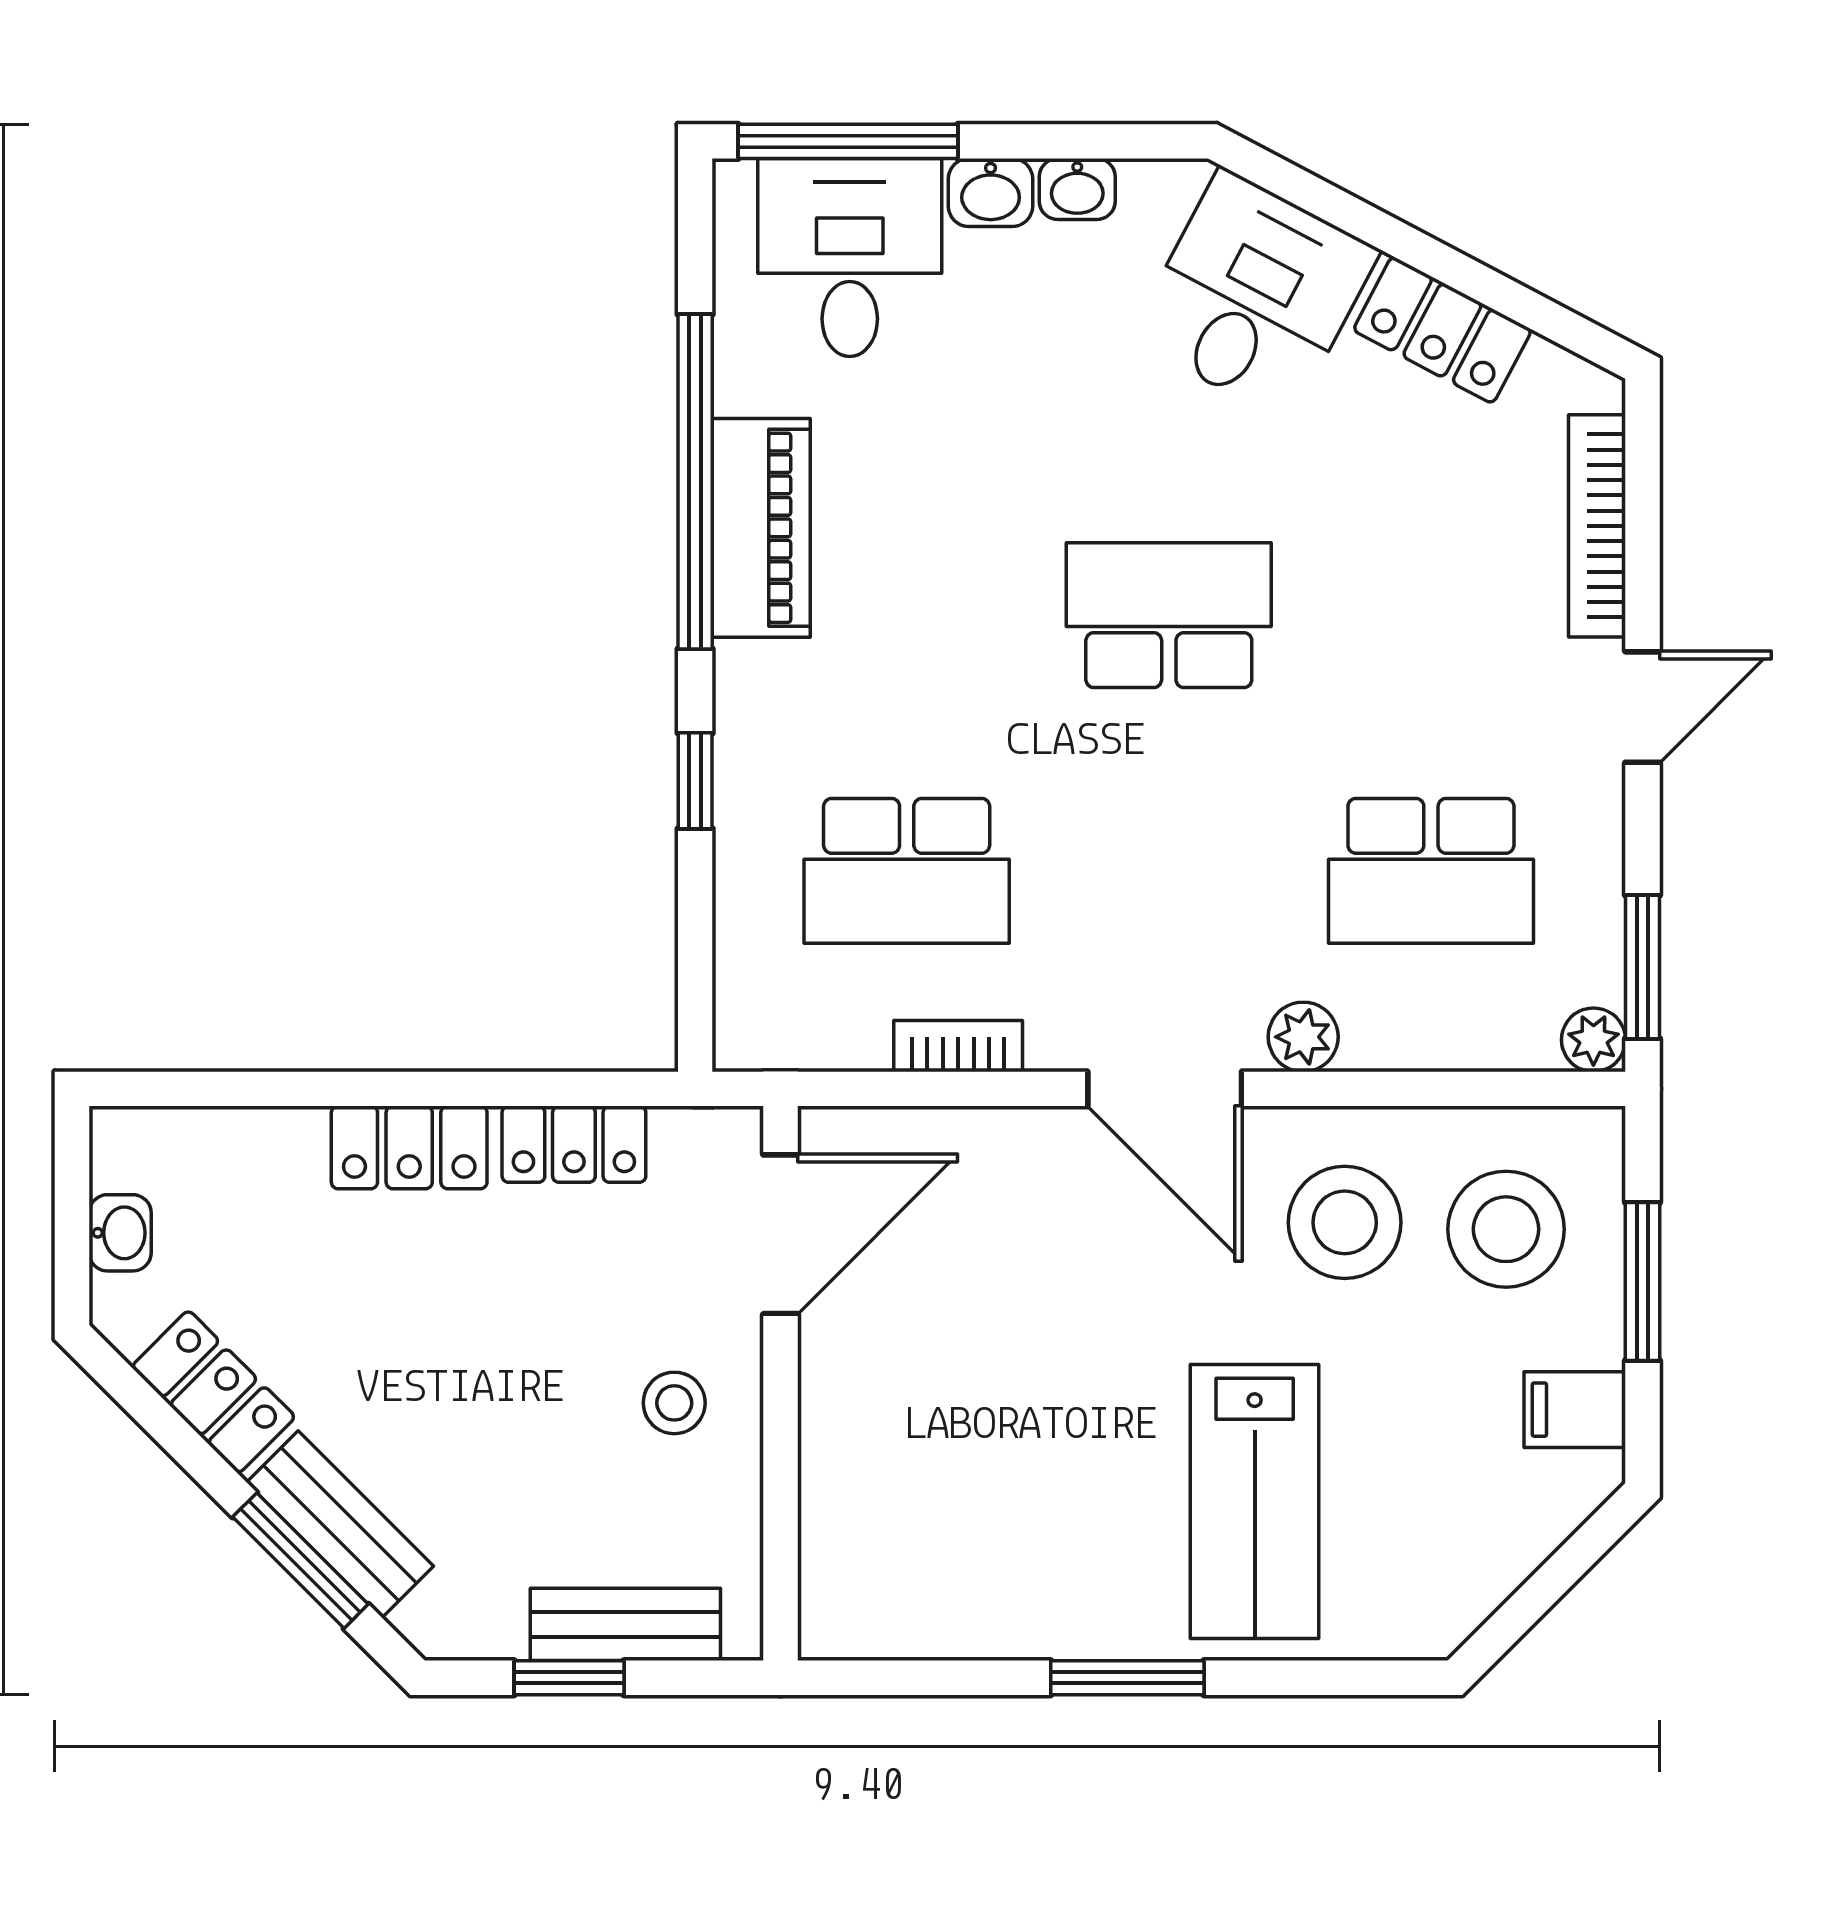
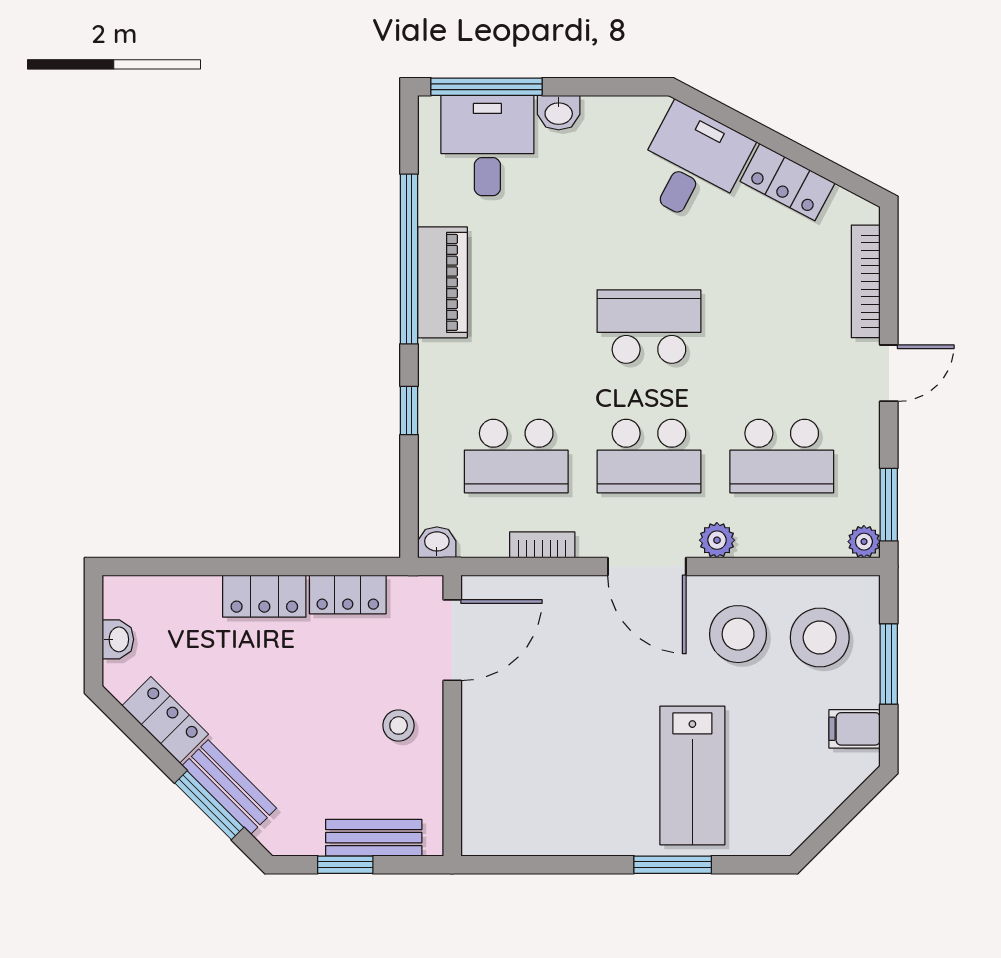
washbasin: (1077, 189) -> (437, 542), moved, turned 180
school desk: (1169, 871) -> (649, 456), added
window: (1127, 1678) -> (673, 865), moved

